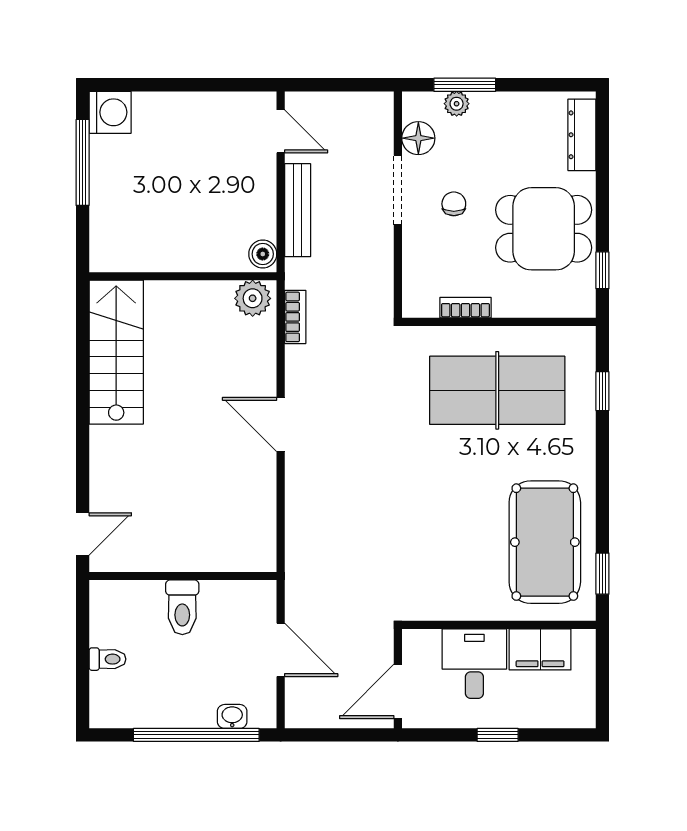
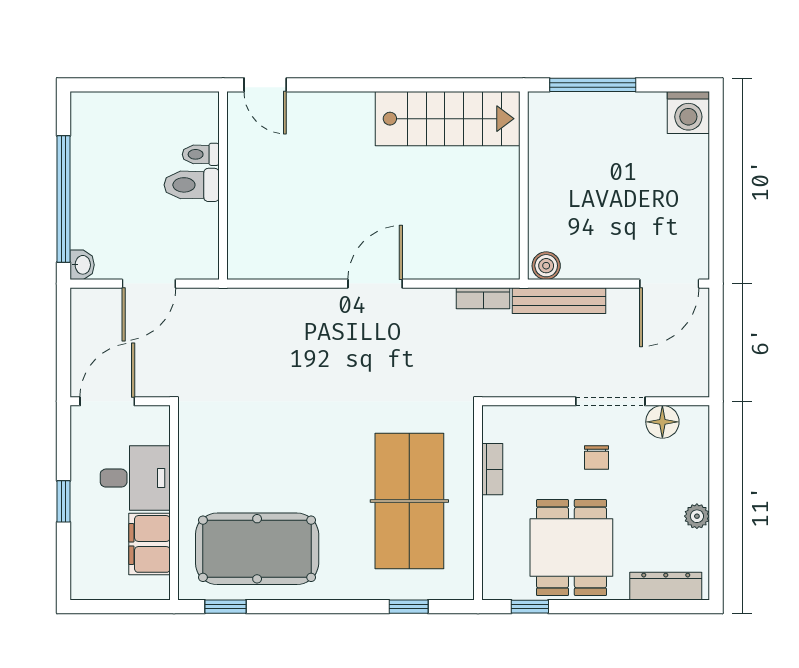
window: (465, 85) -> (716, 468), removed
plant: (457, 104) -> (697, 516), moved
door: (281, 131) -> (669, 284), width x1.38
window: (83, 162) -> (593, 85), moved
chair: (454, 204) -> (597, 457), turned 90
bench: (298, 210) -> (559, 301), moved
plant: (253, 298) -> (502, 255), removed
toilet: (107, 659) -> (201, 154), moved, turned 90
door: (398, 691) -> (107, 401), hinge flipped
washbasin: (232, 716) -> (82, 265), moved

